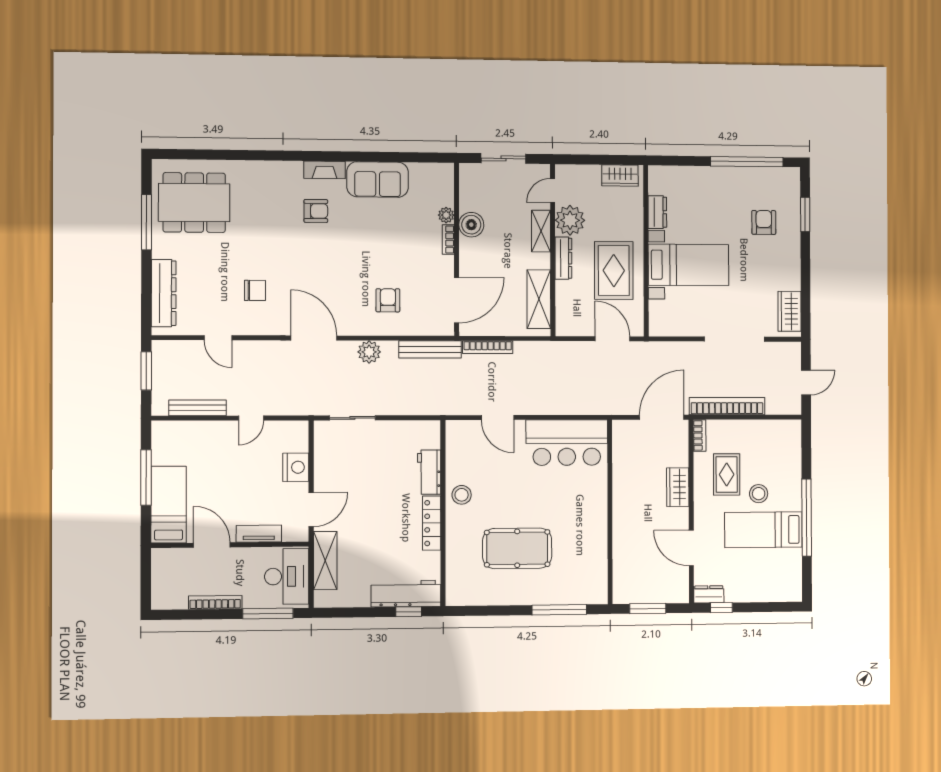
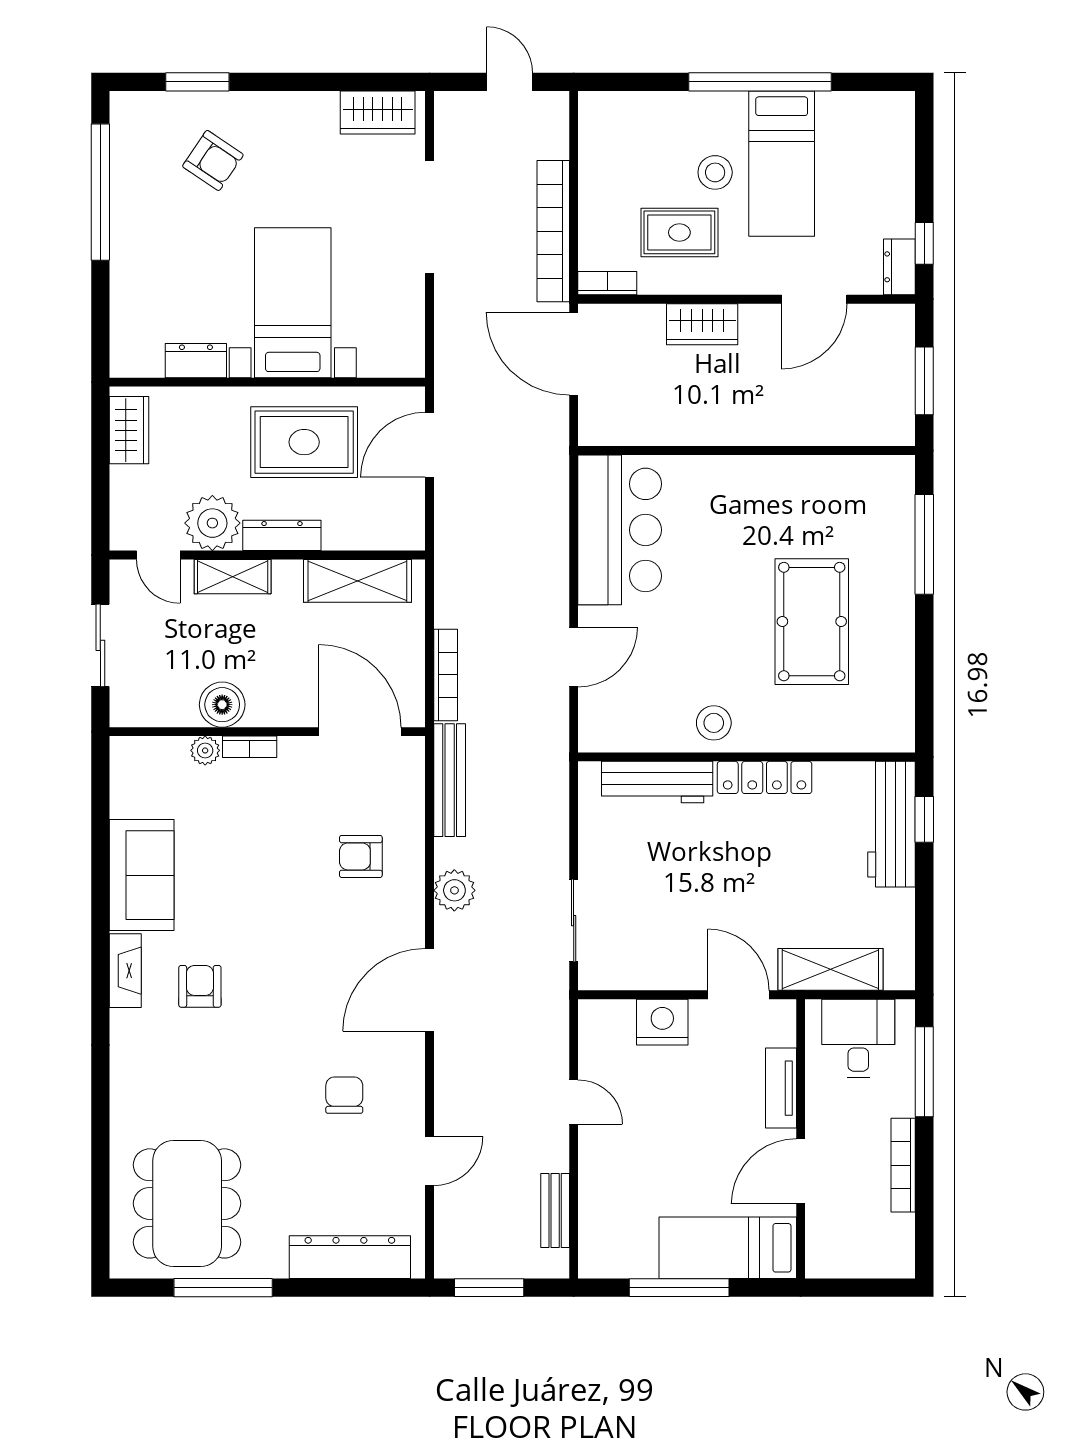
armchair: (764, 222) -> (213, 160), turned -146
bench: (198, 408) -> (555, 1210), width x0.73
workbench: (429, 472) -> (657, 782), width x1.38
desk: (287, 576) -> (858, 1038), width x0.73

